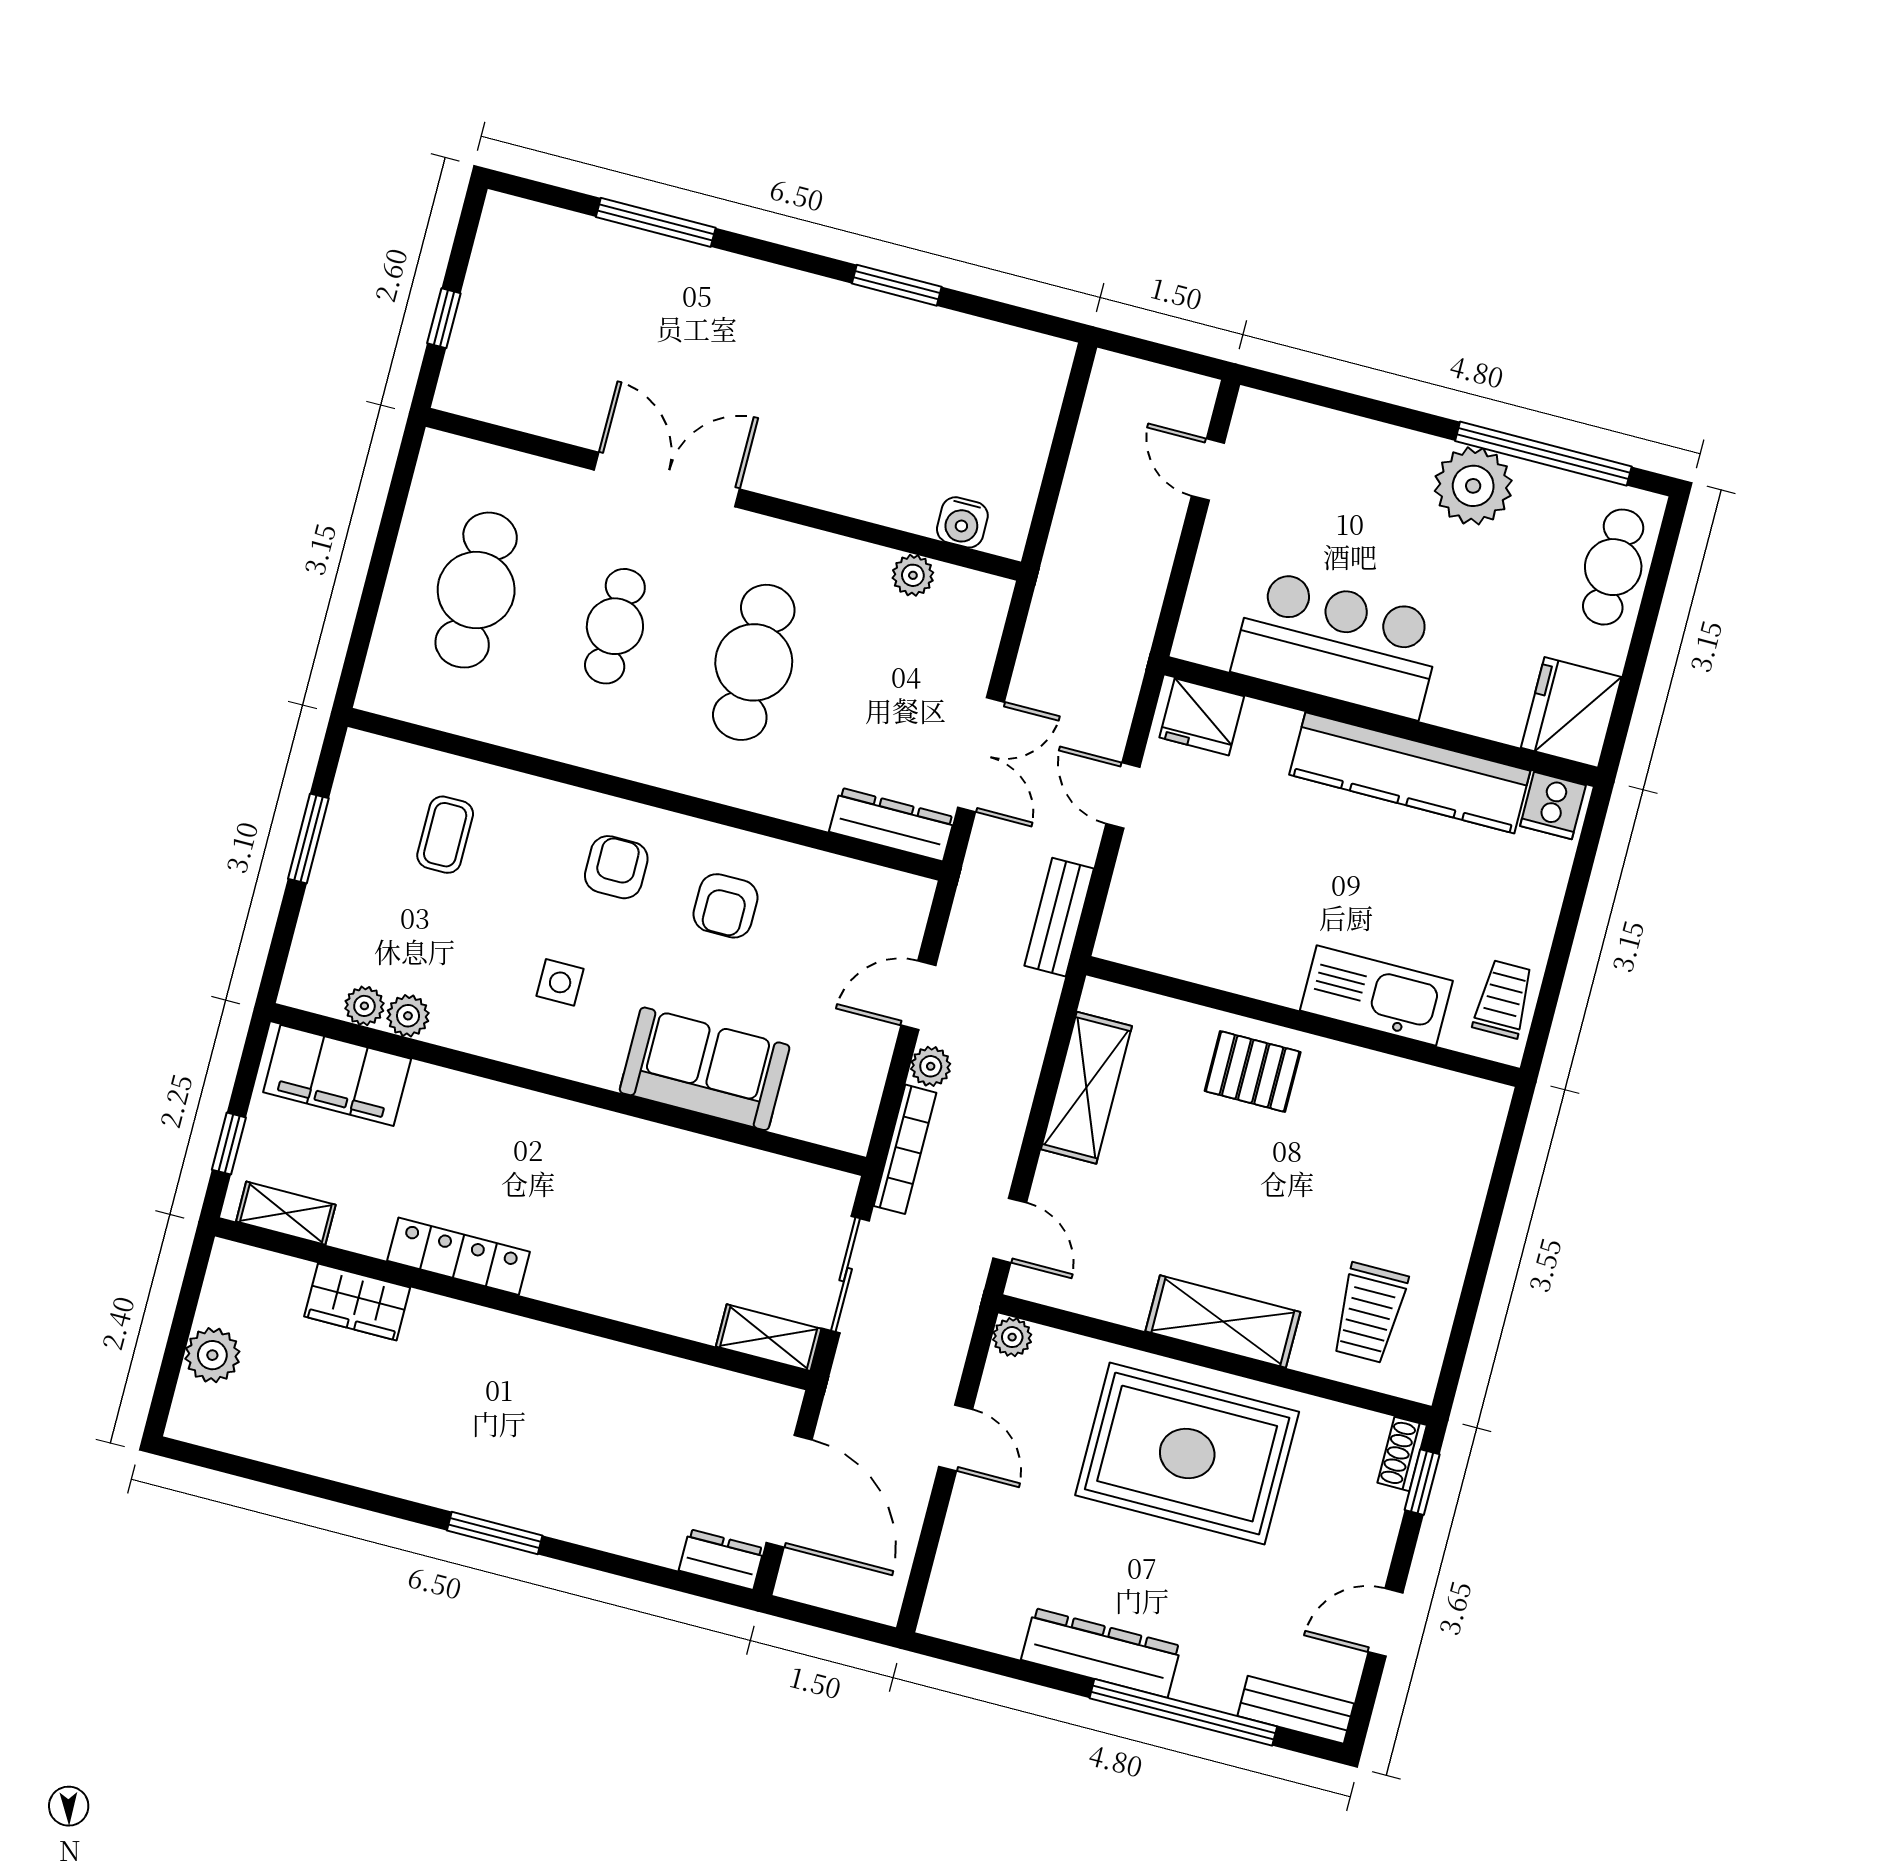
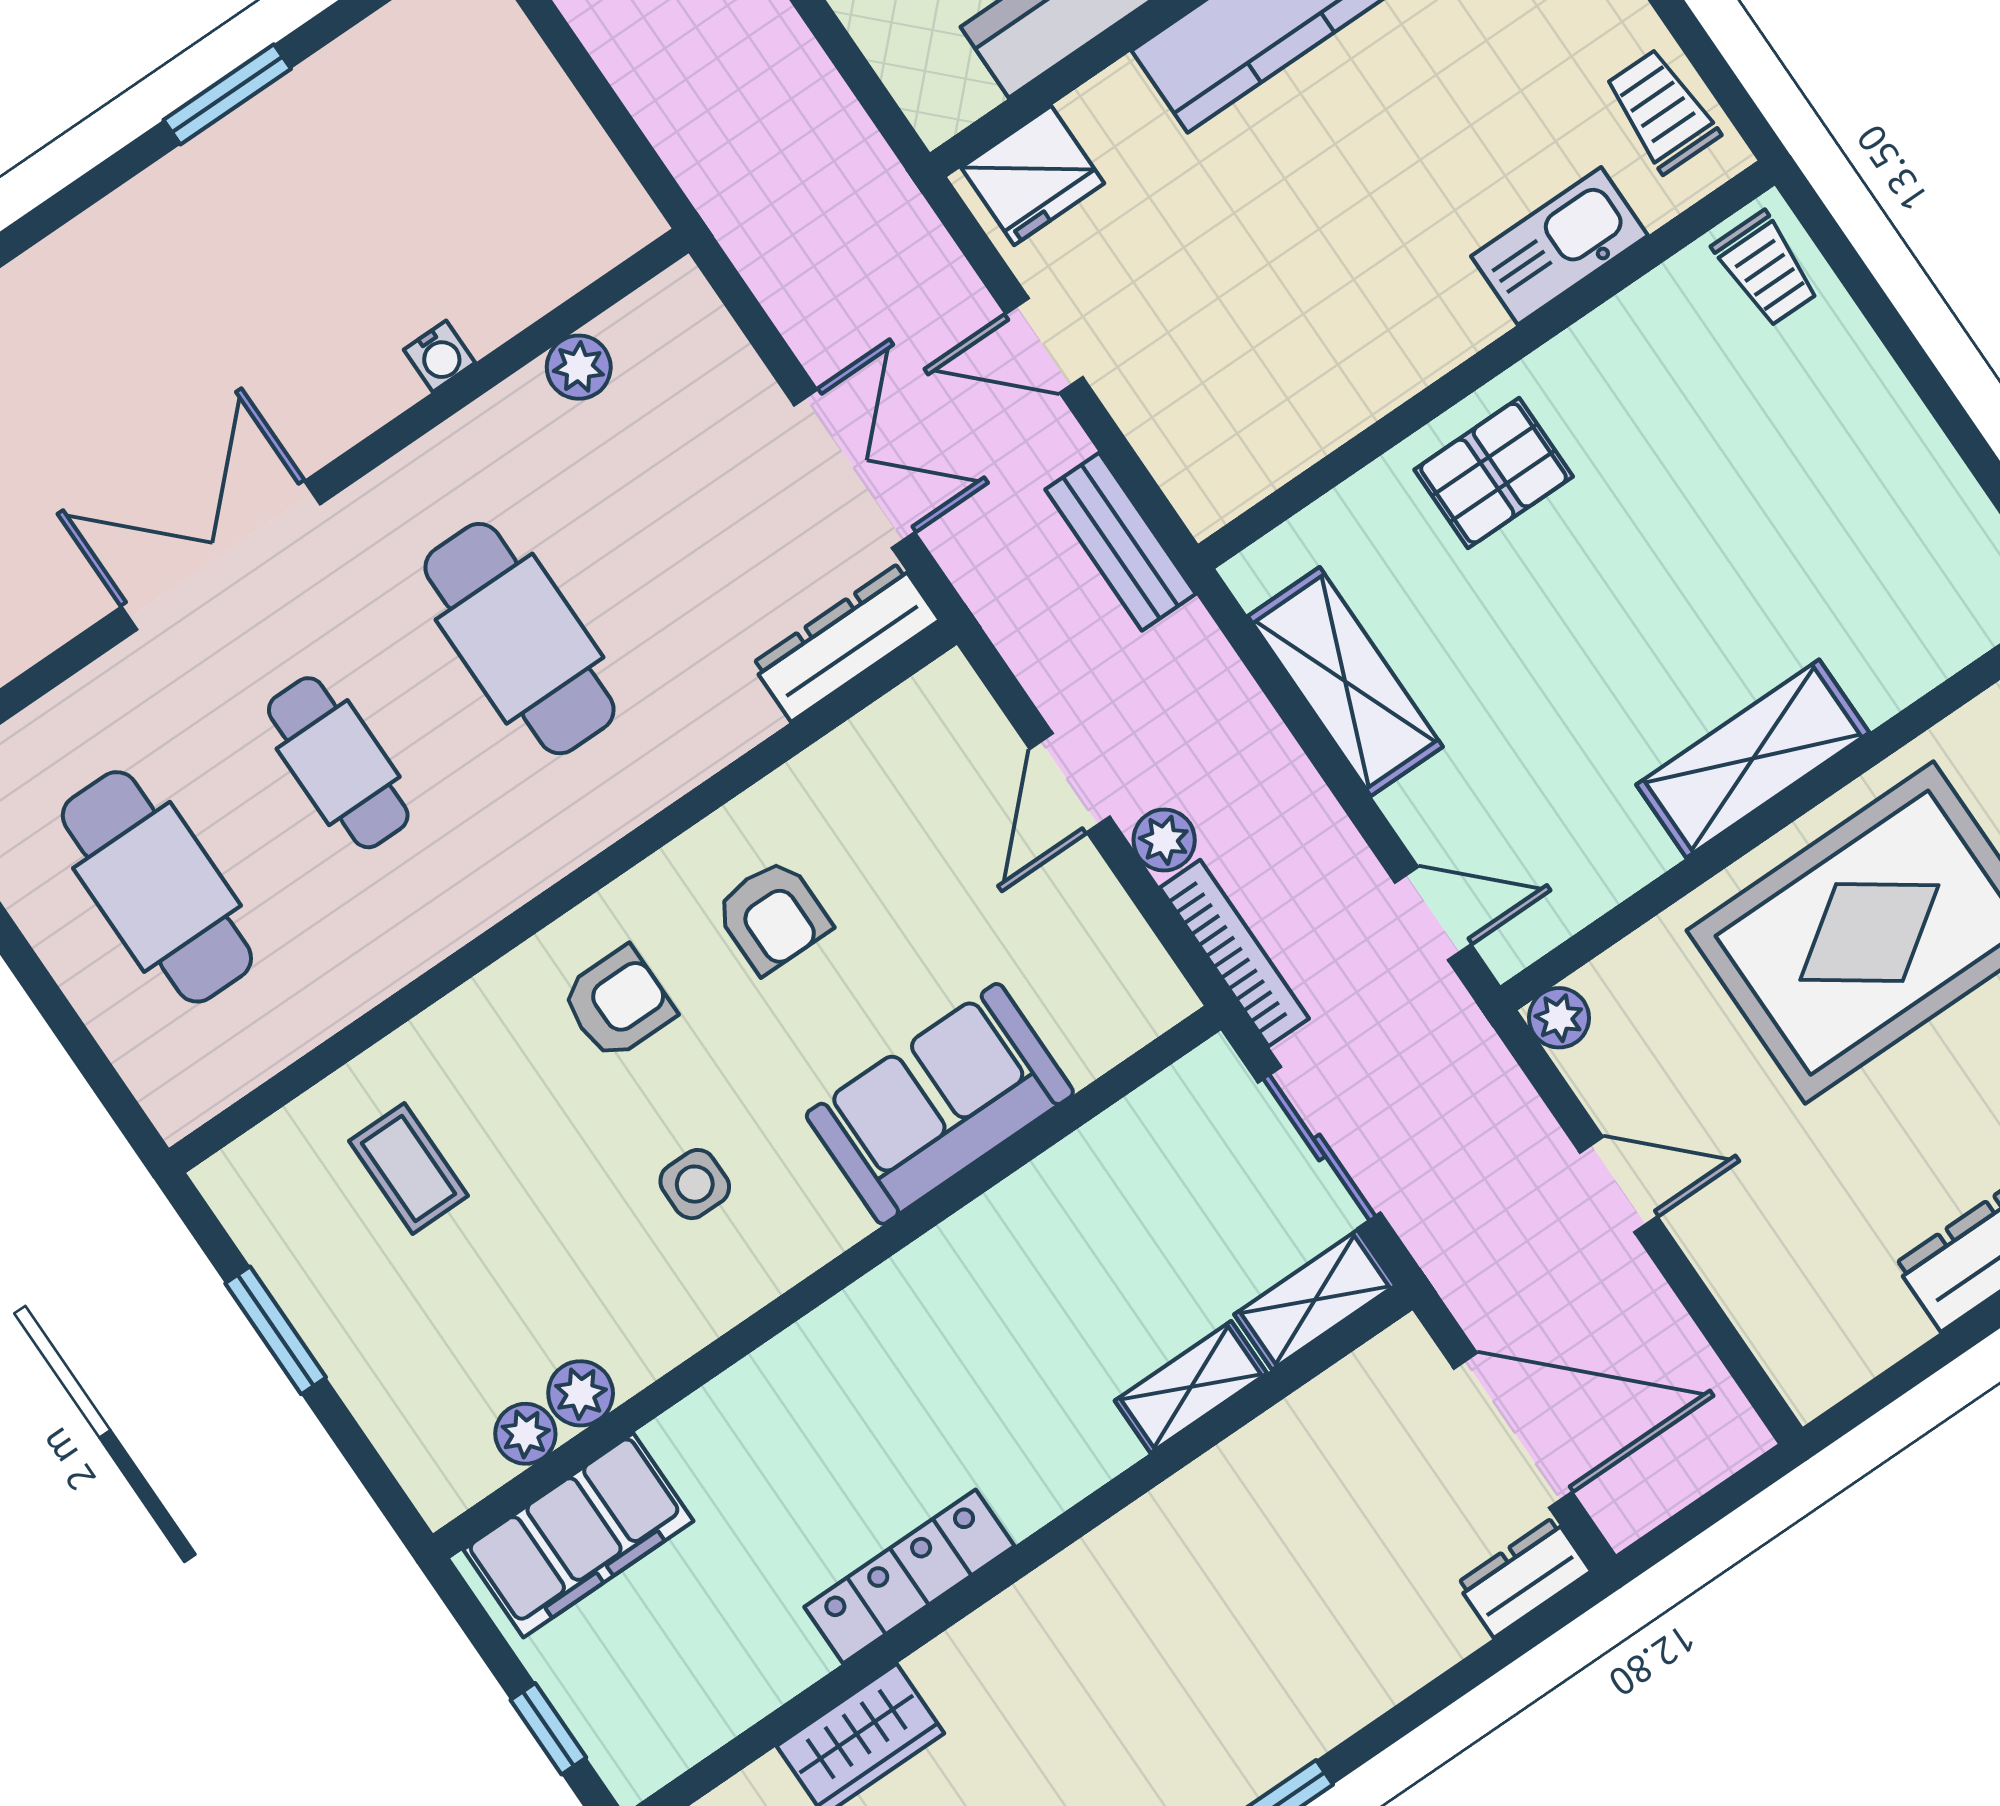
water cooler: (962, 522) -> (440, 356), moved, width x0.72, depth x0.72
armchair: (616, 867) -> (618, 1003), turned 90
kitchen sink: (1376, 996) -> (1559, 246), width x0.73, depth x0.81
shelving: (286, 1213) -> (1191, 1387), moved
trolley: (1369, 1313) -> (1766, 269), moved, width x0.73, depth x0.72

